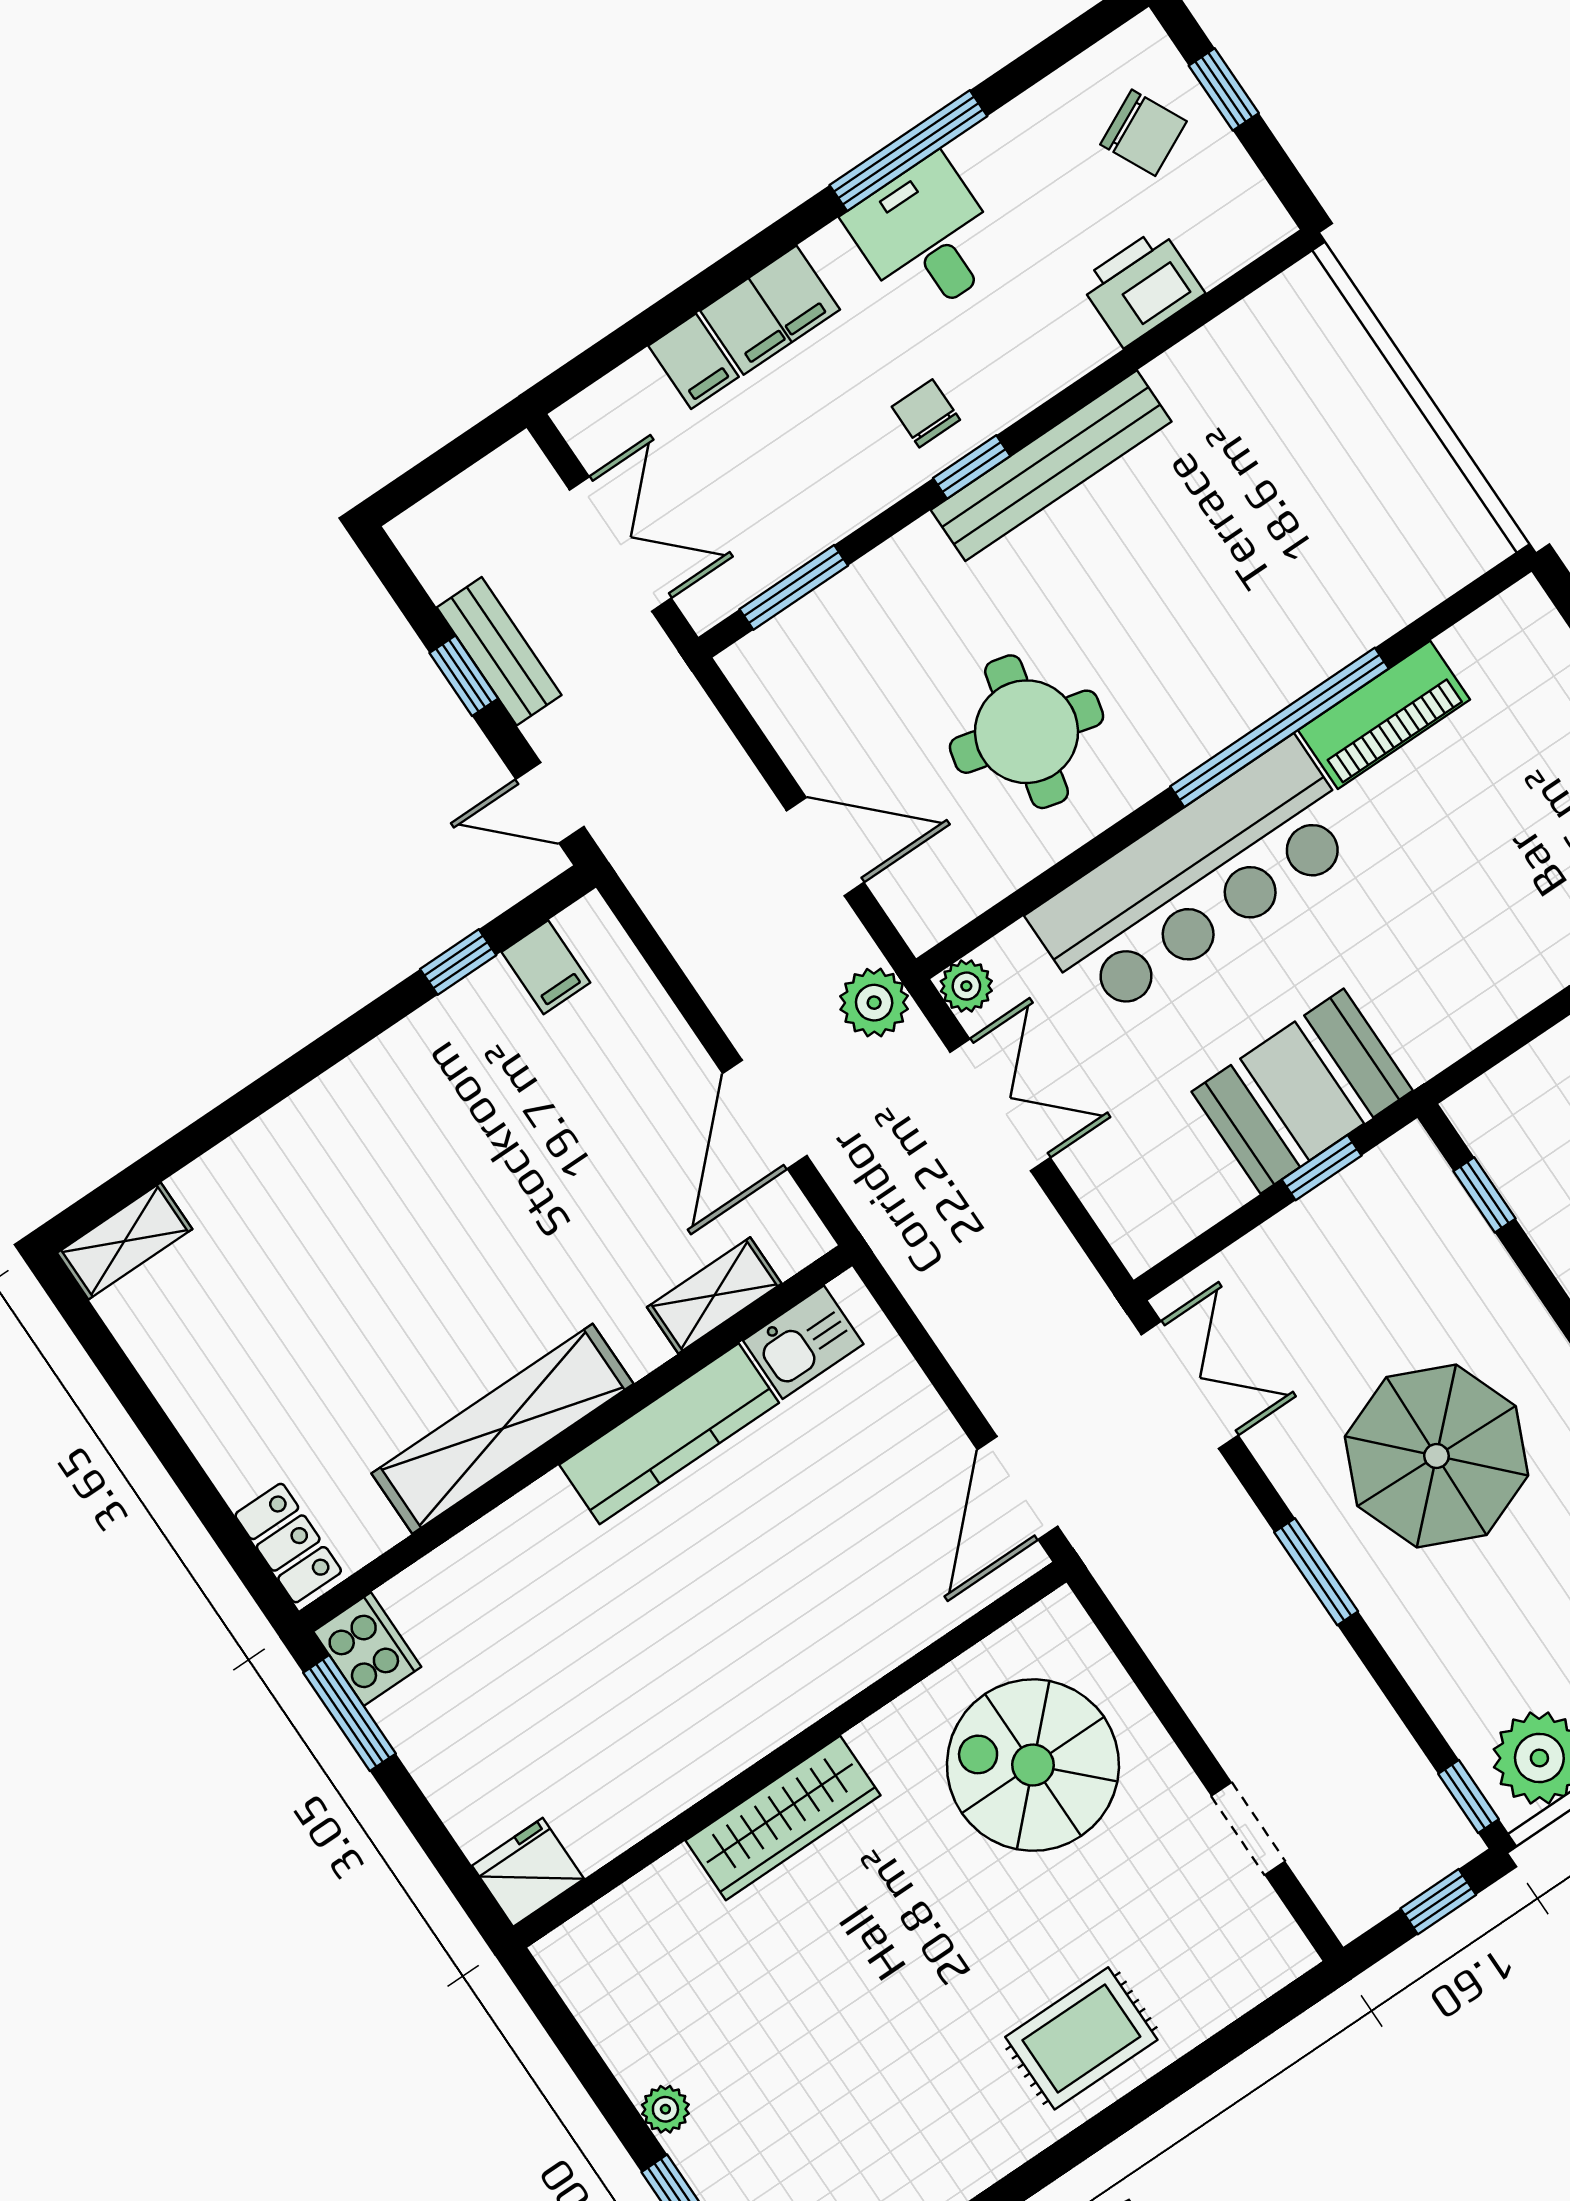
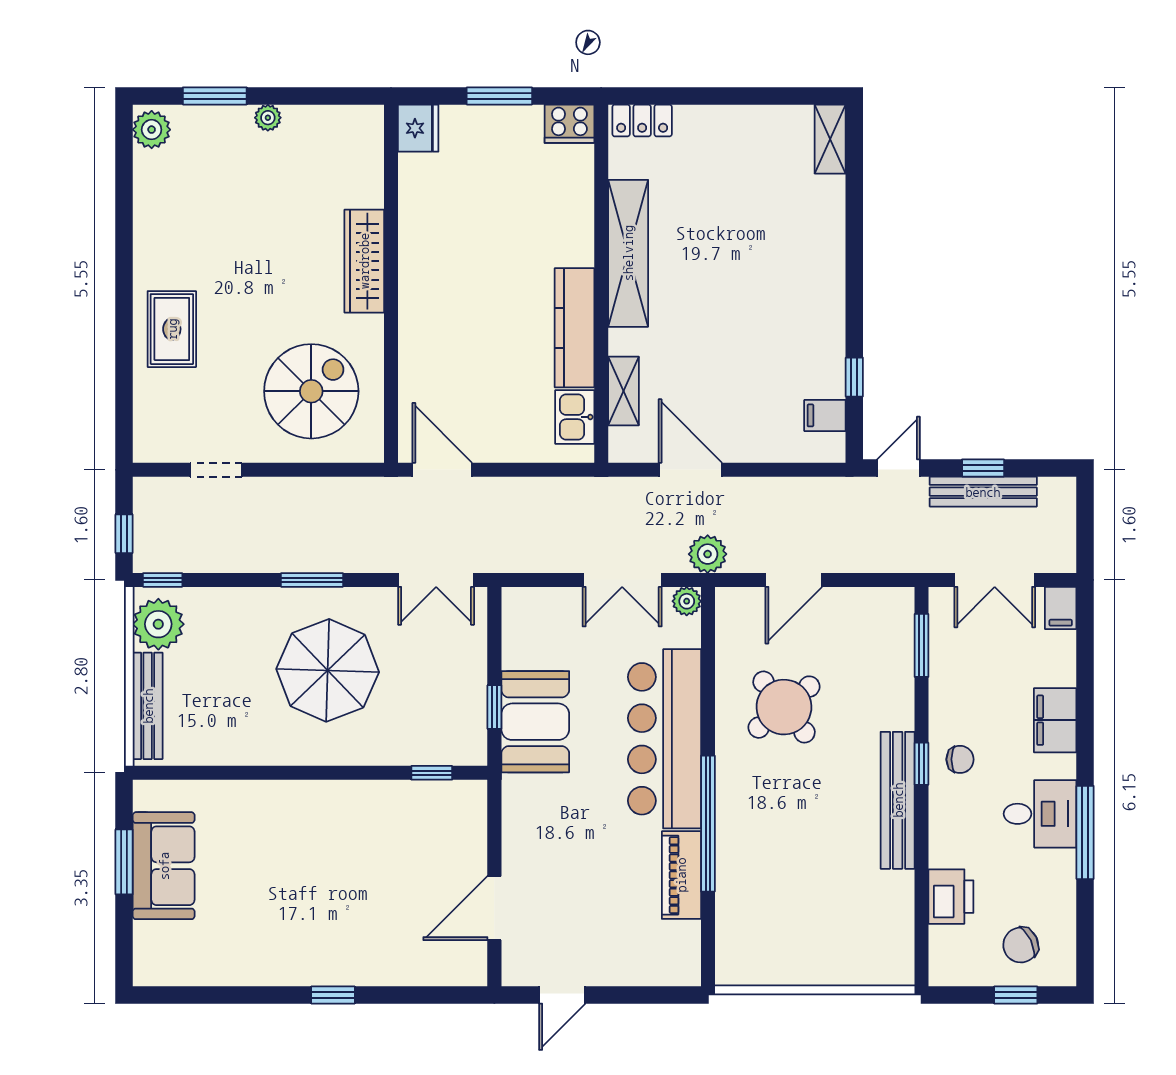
filing cabinet: (694, 361) -> (1061, 608), moved, turned -90
bench: (499, 651) -> (983, 492), width x1.36
round table: (1027, 732) -> (784, 707), turned 37
window: (349, 1713) -> (499, 96), moved

